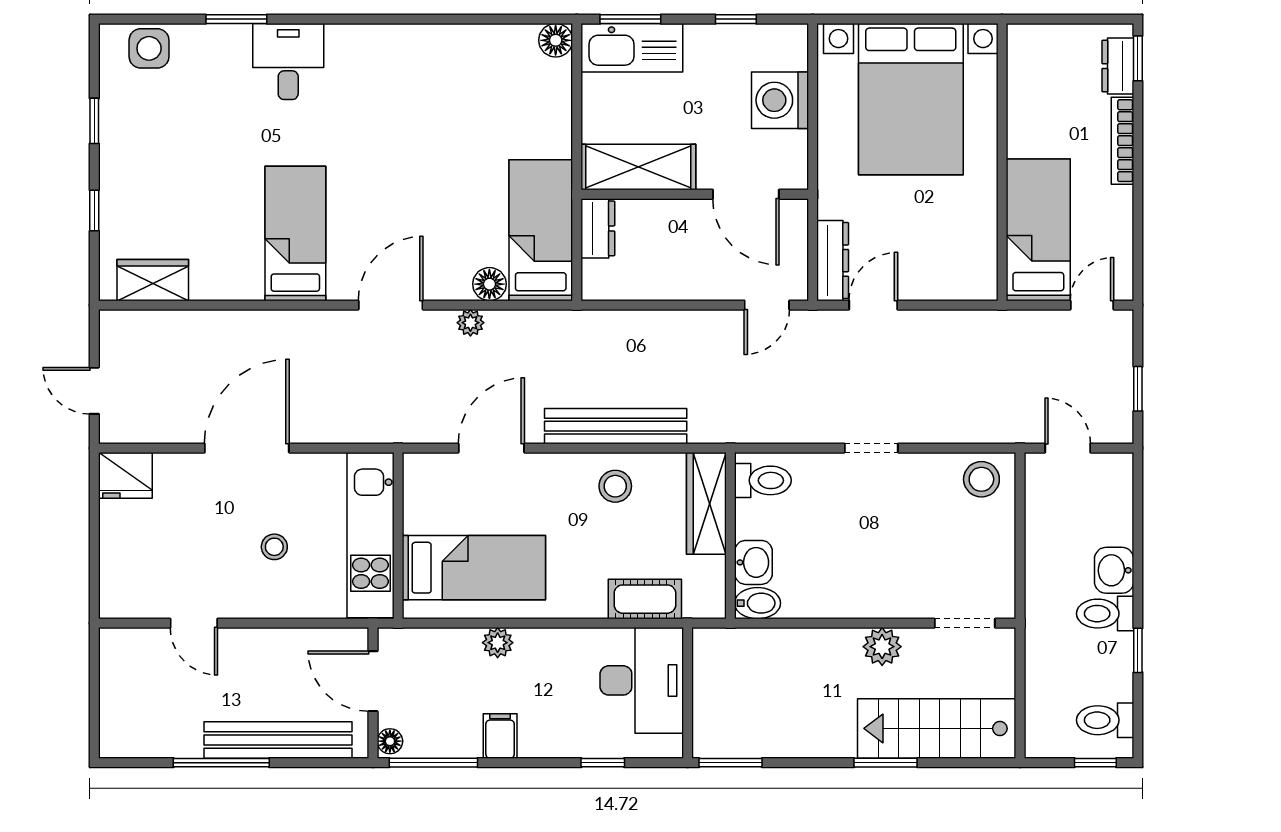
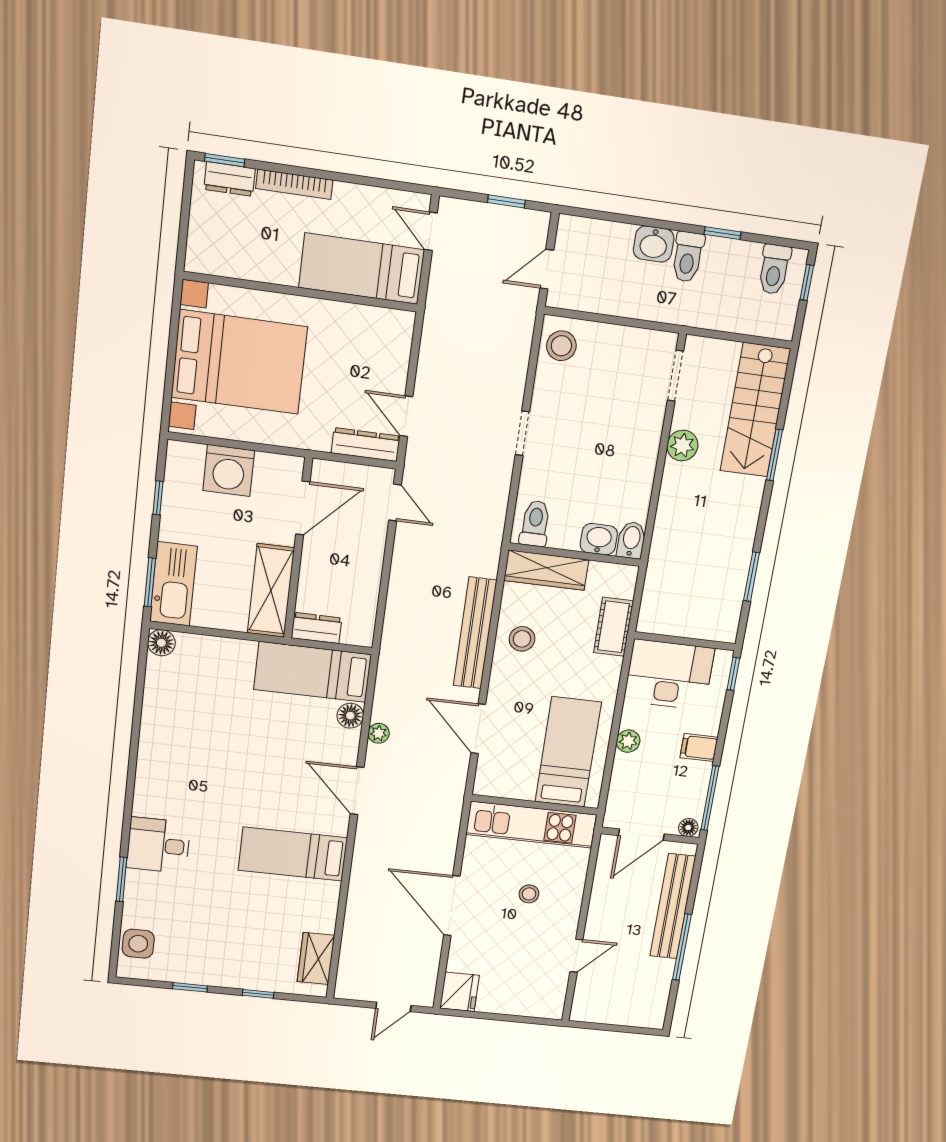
desk: (642, 680) -> (669, 675), moved
wall: (688, 693) -> (685, 641), moved

